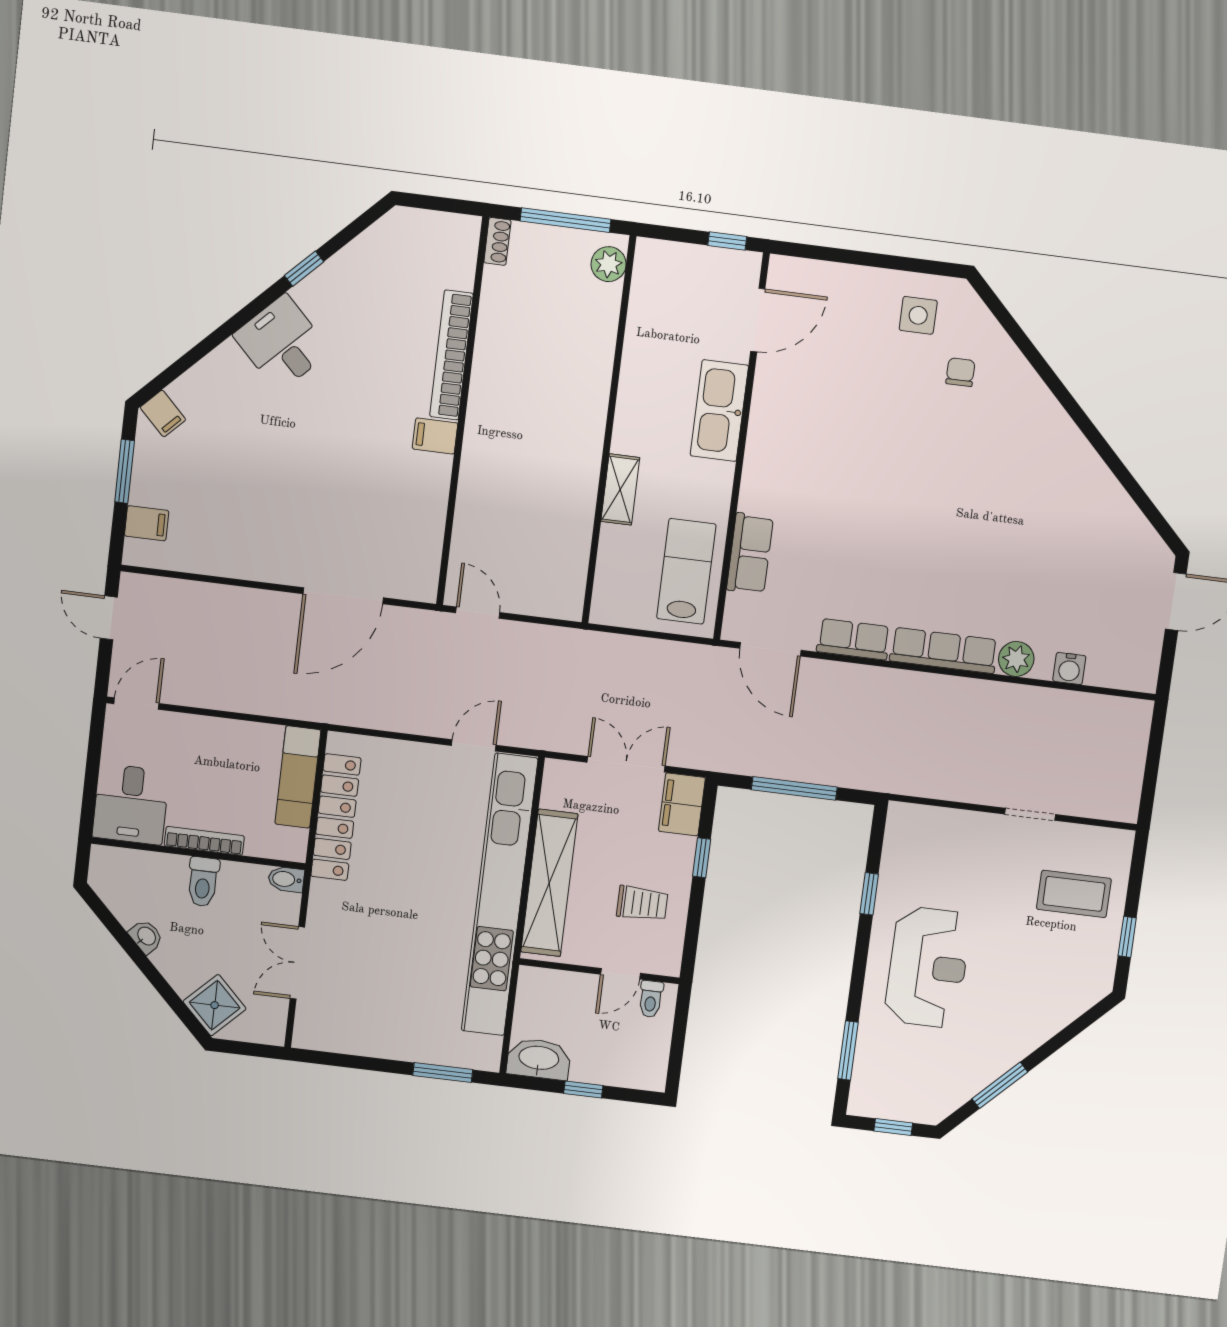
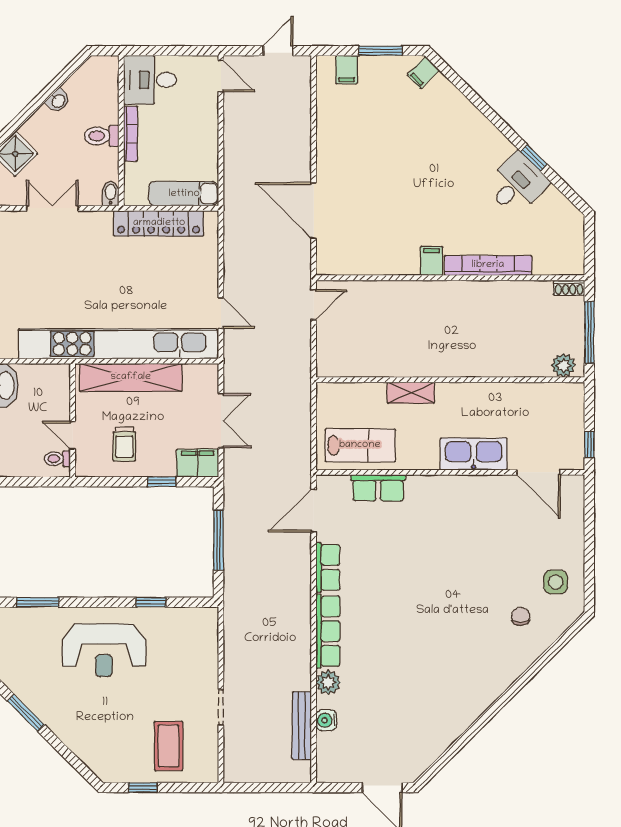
desk: (282, 343) -> (517, 184), moved
chair: (960, 372) -> (521, 616), turned -90
bench: (1072, 704) -> (302, 726), added

